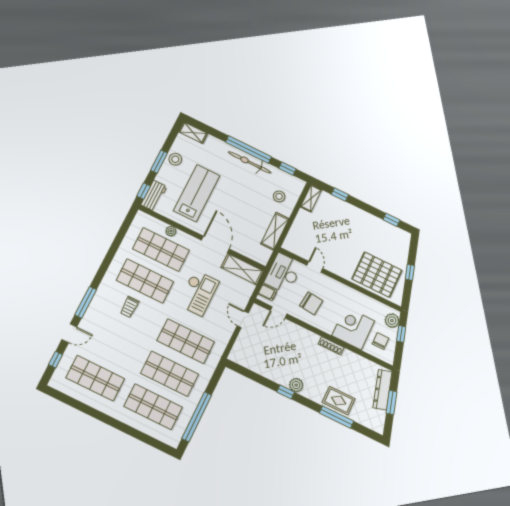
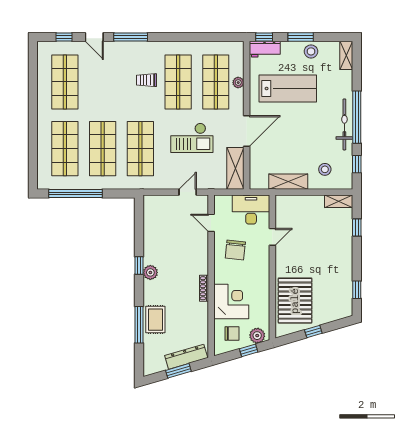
filing cabinet: (267, 292) -> (225, 203), removed

